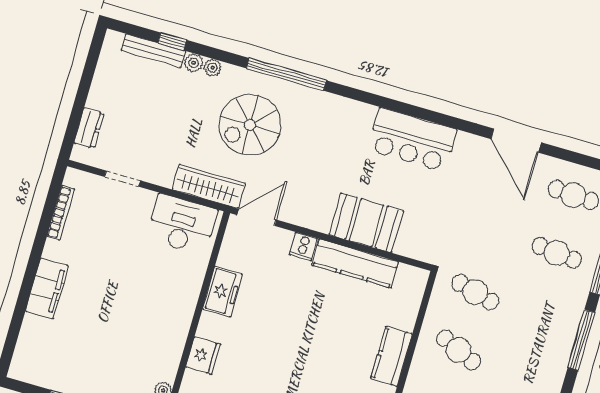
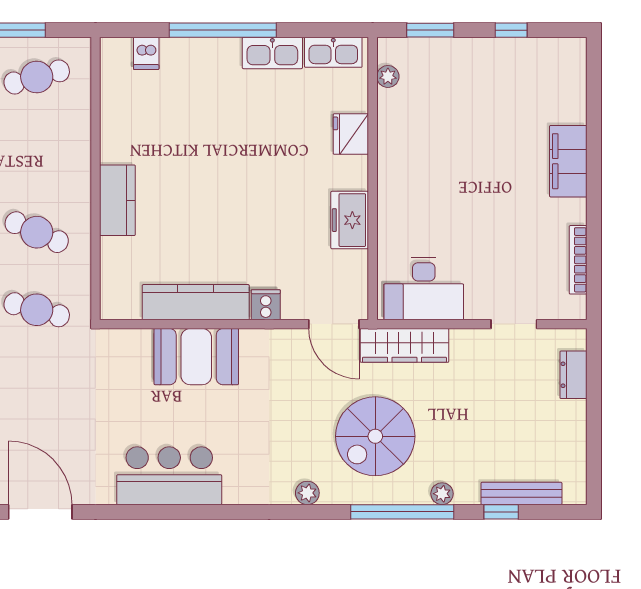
plant: (194, 63) -> (307, 493), moved
window: (286, 74) -> (402, 512), moved
spiral stairs: (250, 125) -> (375, 436), turned 180
door: (257, 217) -> (334, 324), hinge flipped

